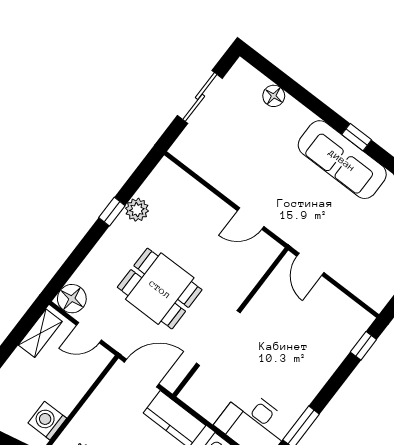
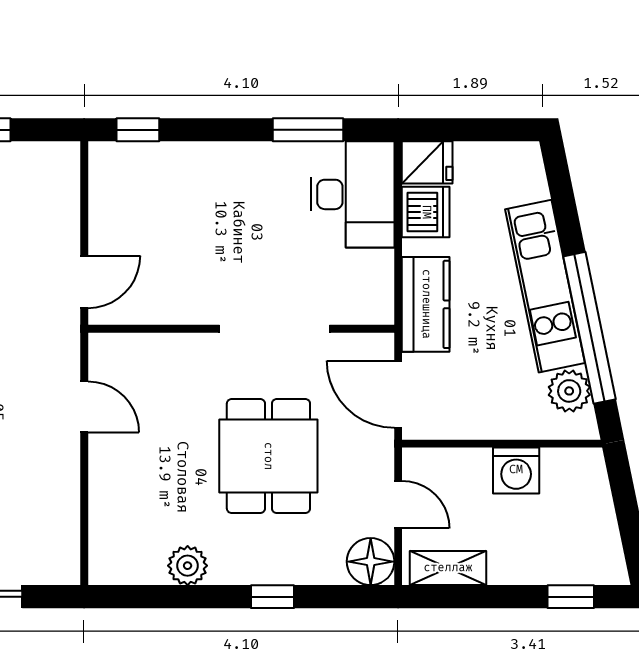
window: (112, 212) -> (272, 597), moved
washing machine: (47, 421) -> (516, 470), moved

